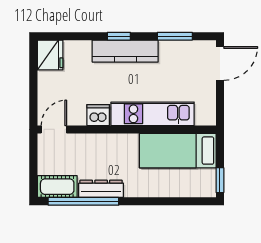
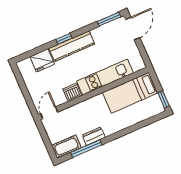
window: (175, 36) -> (109, 19), moved
fridge: (50, 55) -> (42, 60), moved, turned 90
dresser: (101, 189) -> (94, 136), width x0.70
window: (83, 201) -> (86, 149), width x0.68

